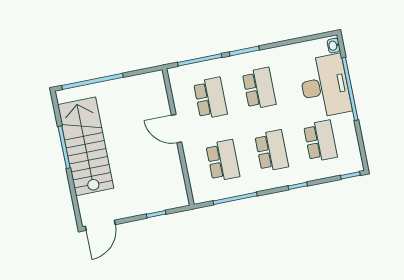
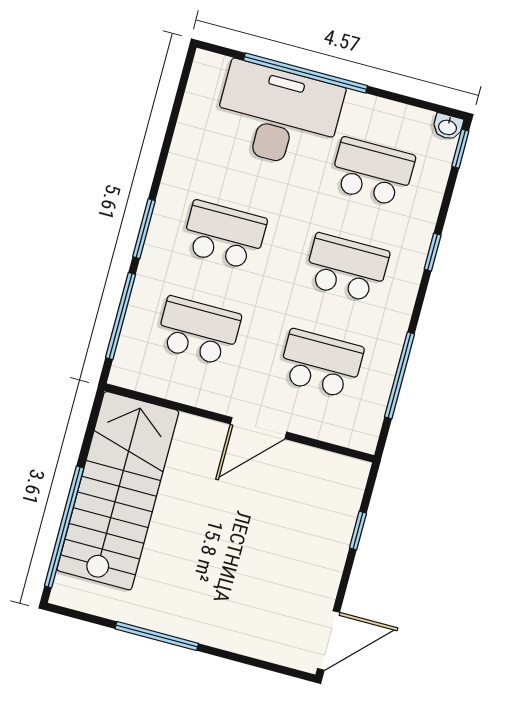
washbasin: (334, 46) -> (448, 127), moved
door: (176, 129) -> (259, 428), moved
stairs: (86, 146) -> (118, 491), moved, turned 90
door: (100, 225) -> (329, 640), hinge flipped

